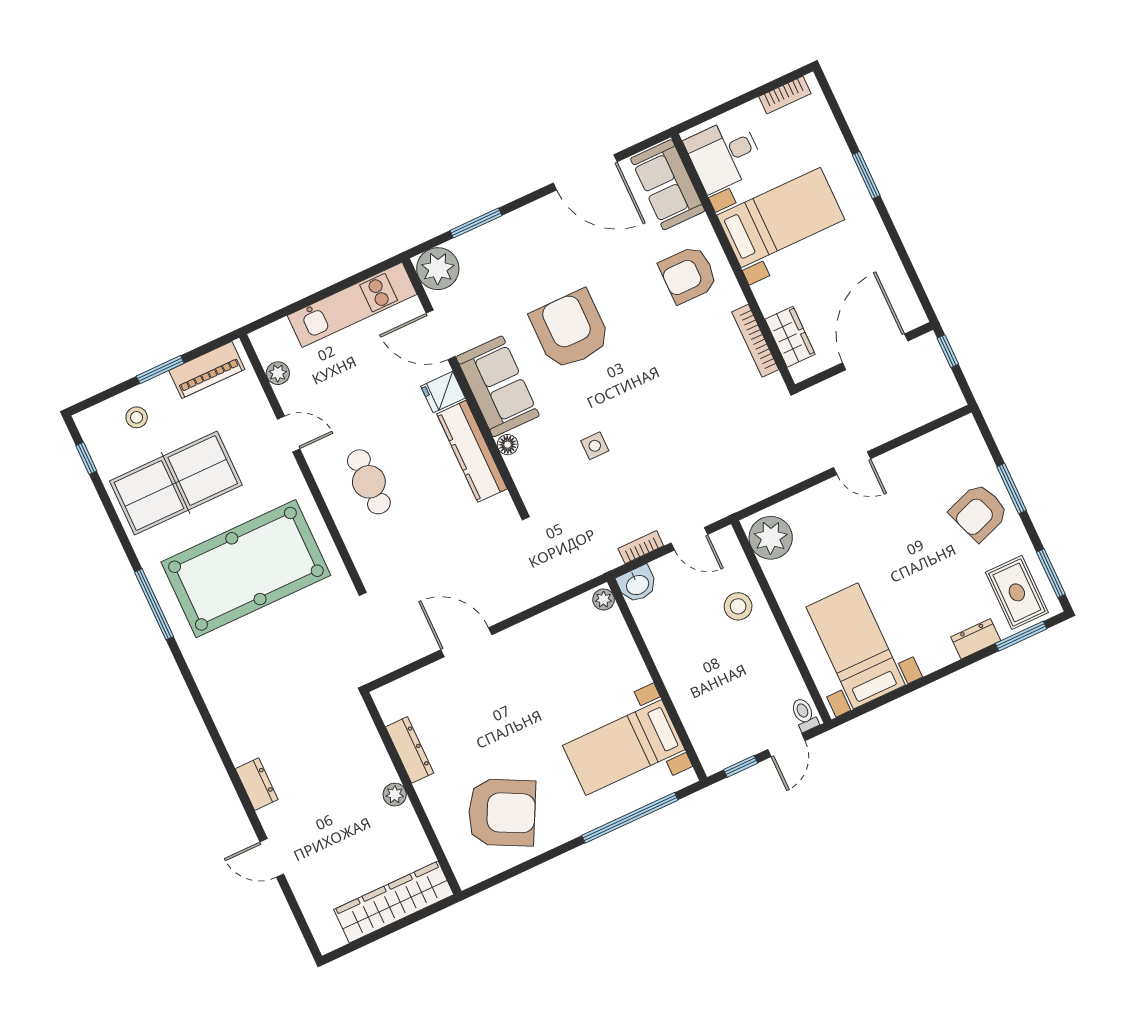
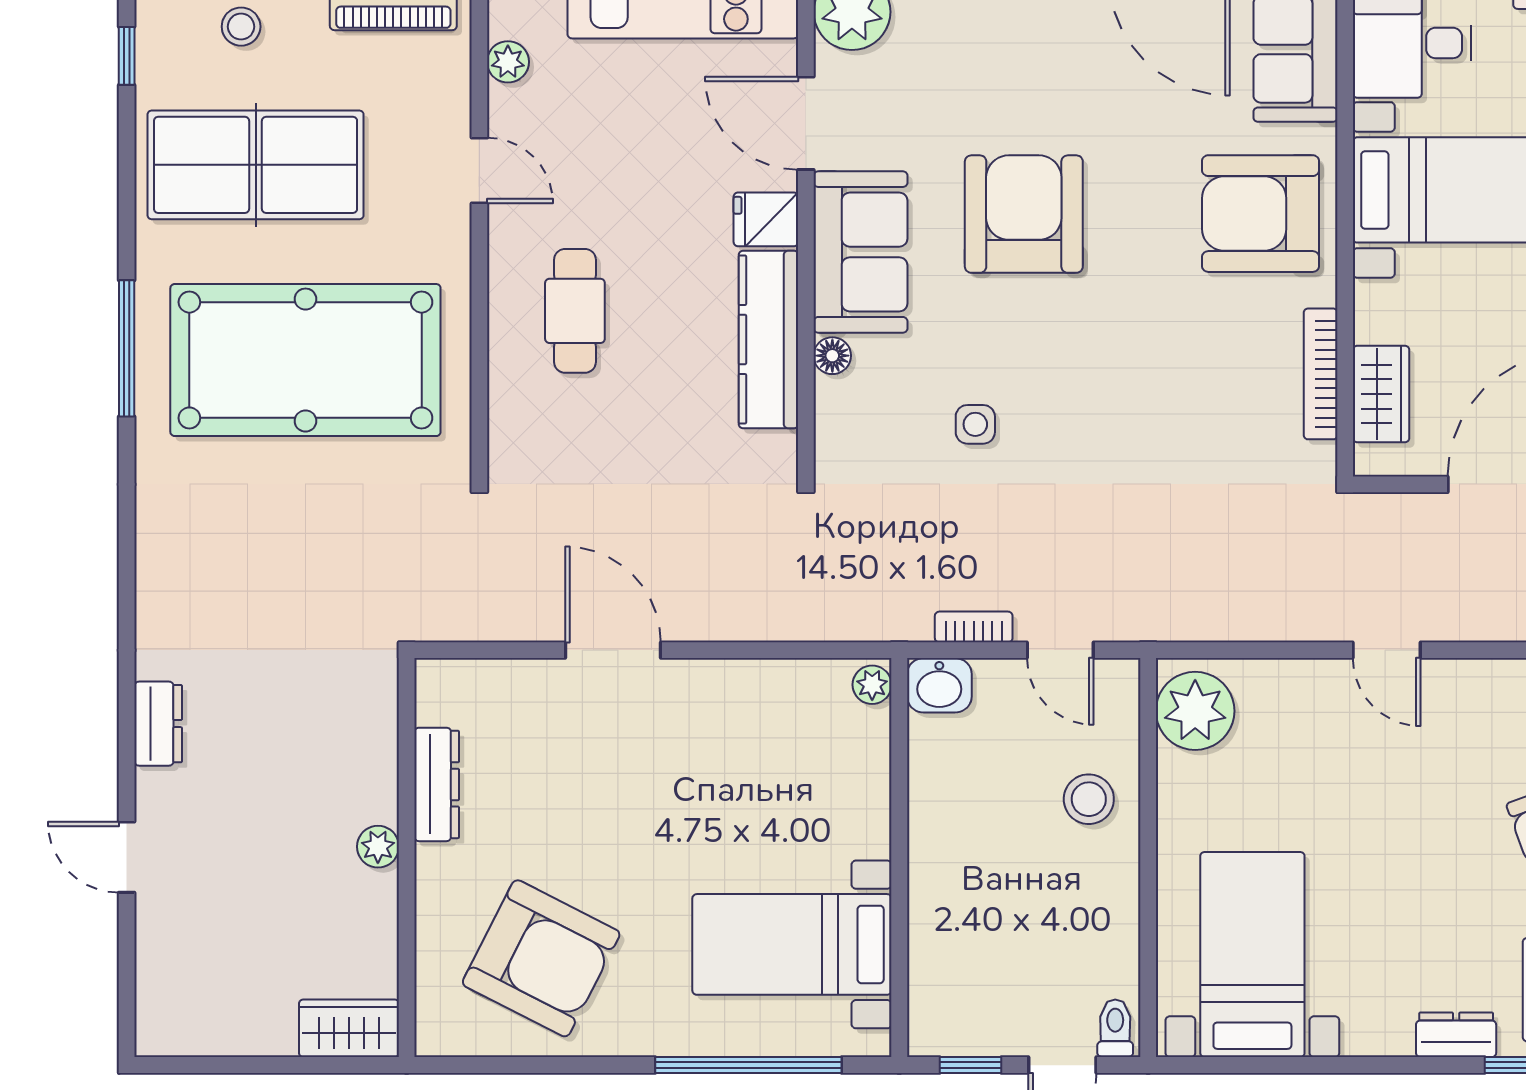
armchair: (688, 275) -> (1261, 214), width x1.36, depth x1.36
wardrobe: (394, 902) -> (349, 1028), width x0.48, depth x0.85

